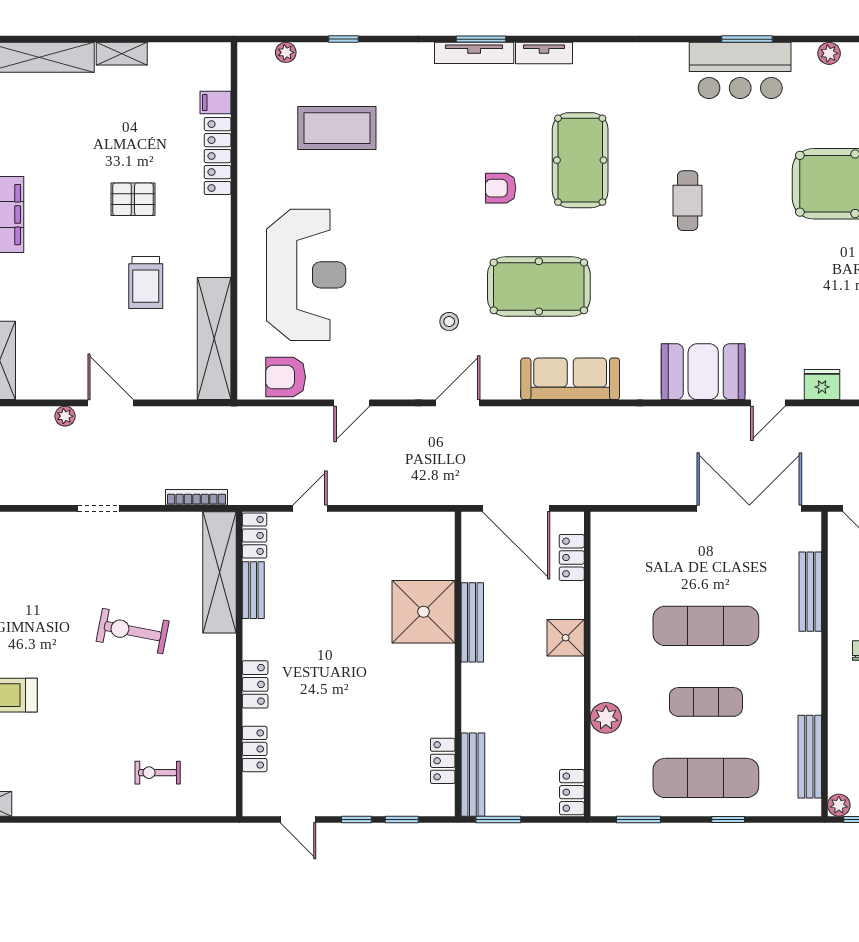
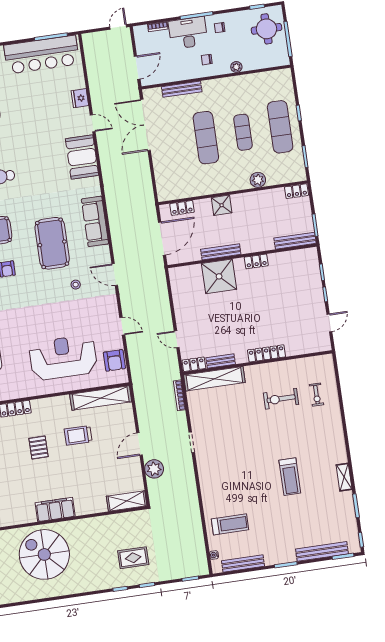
trolley: (146, 282) -> (78, 435), turned 180
plant: (65, 416) -> (154, 469), width x1.87, depth x1.87
exercise bike: (133, 631) -> (281, 399), moved, turned 79
locker: (255, 684) -> (266, 353), width x1.53
locker: (255, 749) -> (298, 349), removed
bench: (810, 757) -> (262, 78), removed
locker: (443, 761) -> (256, 261), moved
plant: (839, 805) -> (236, 67), moved

